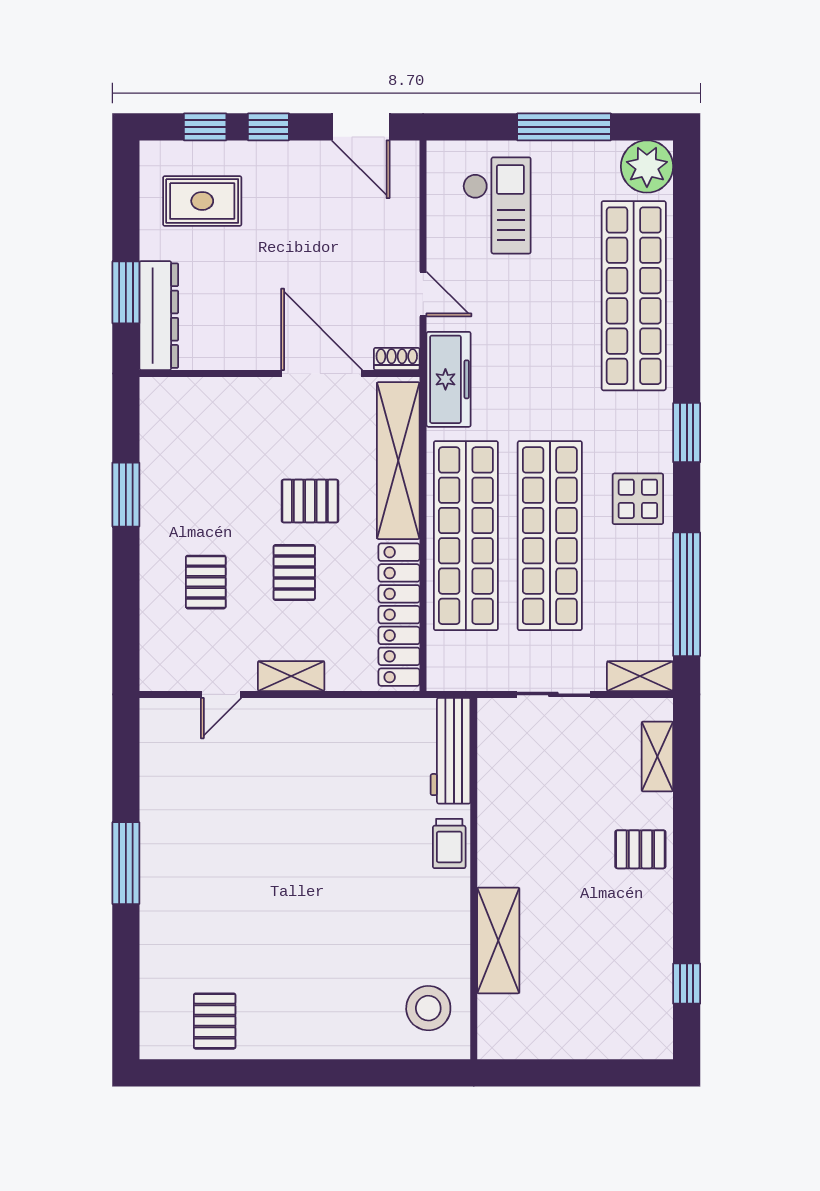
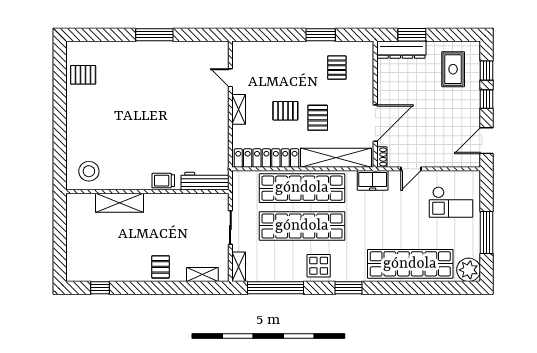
freezer: (449, 379) -> (373, 180), width x0.71
pallet: (206, 582) -> (337, 68), moved, turned 90

